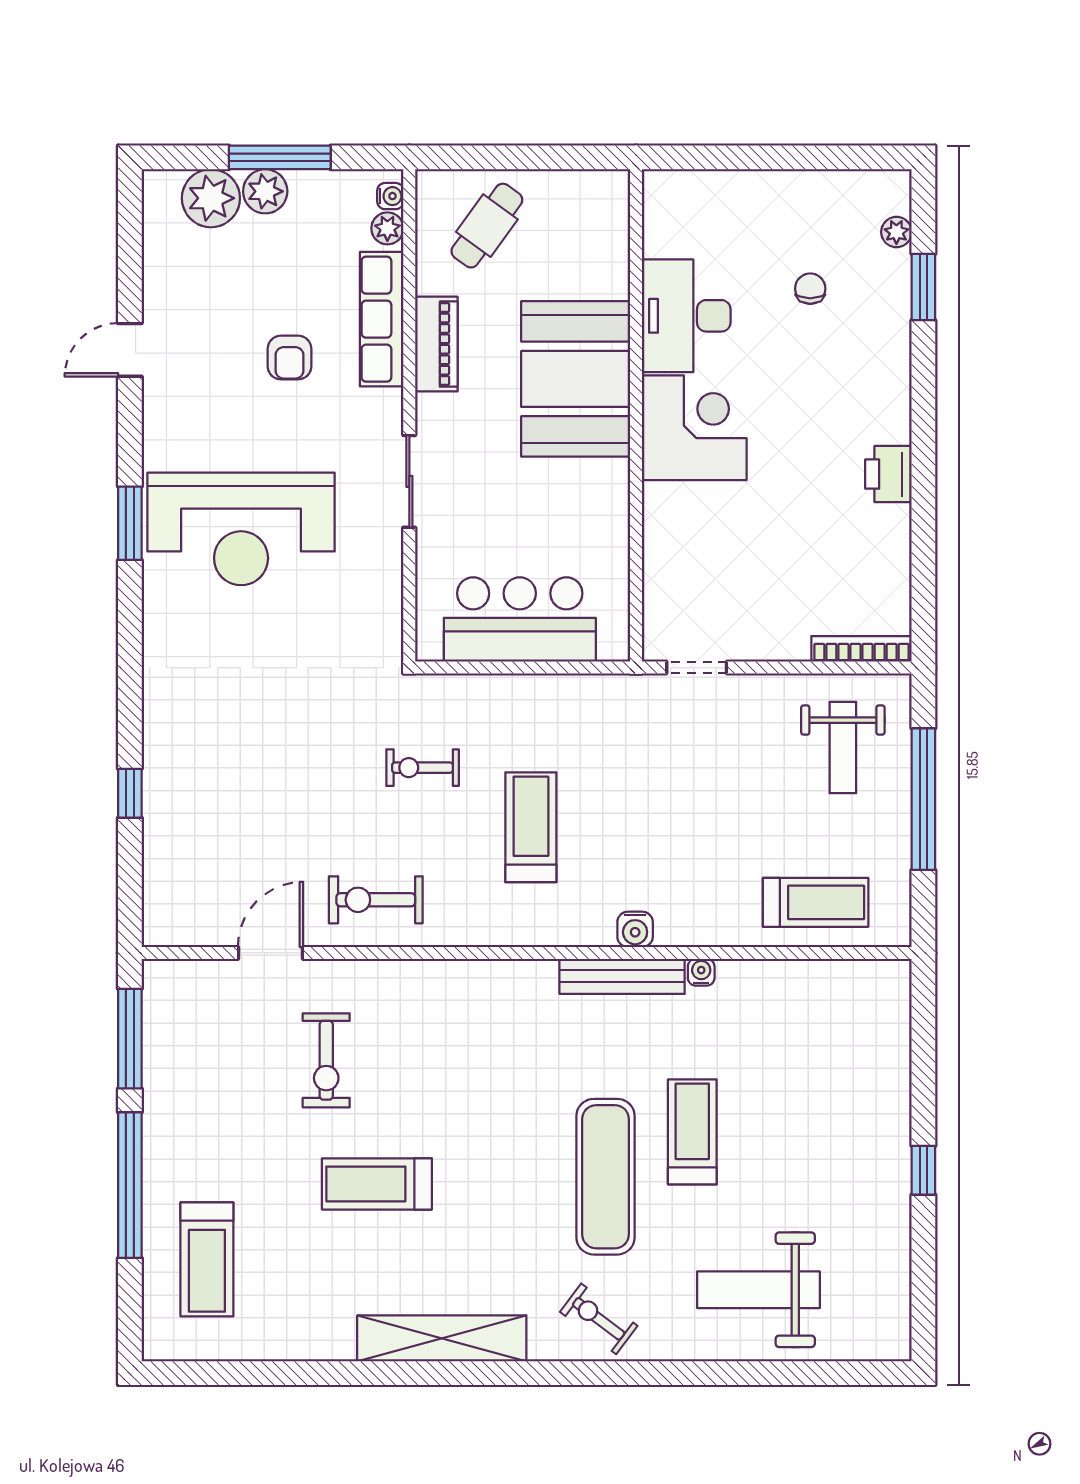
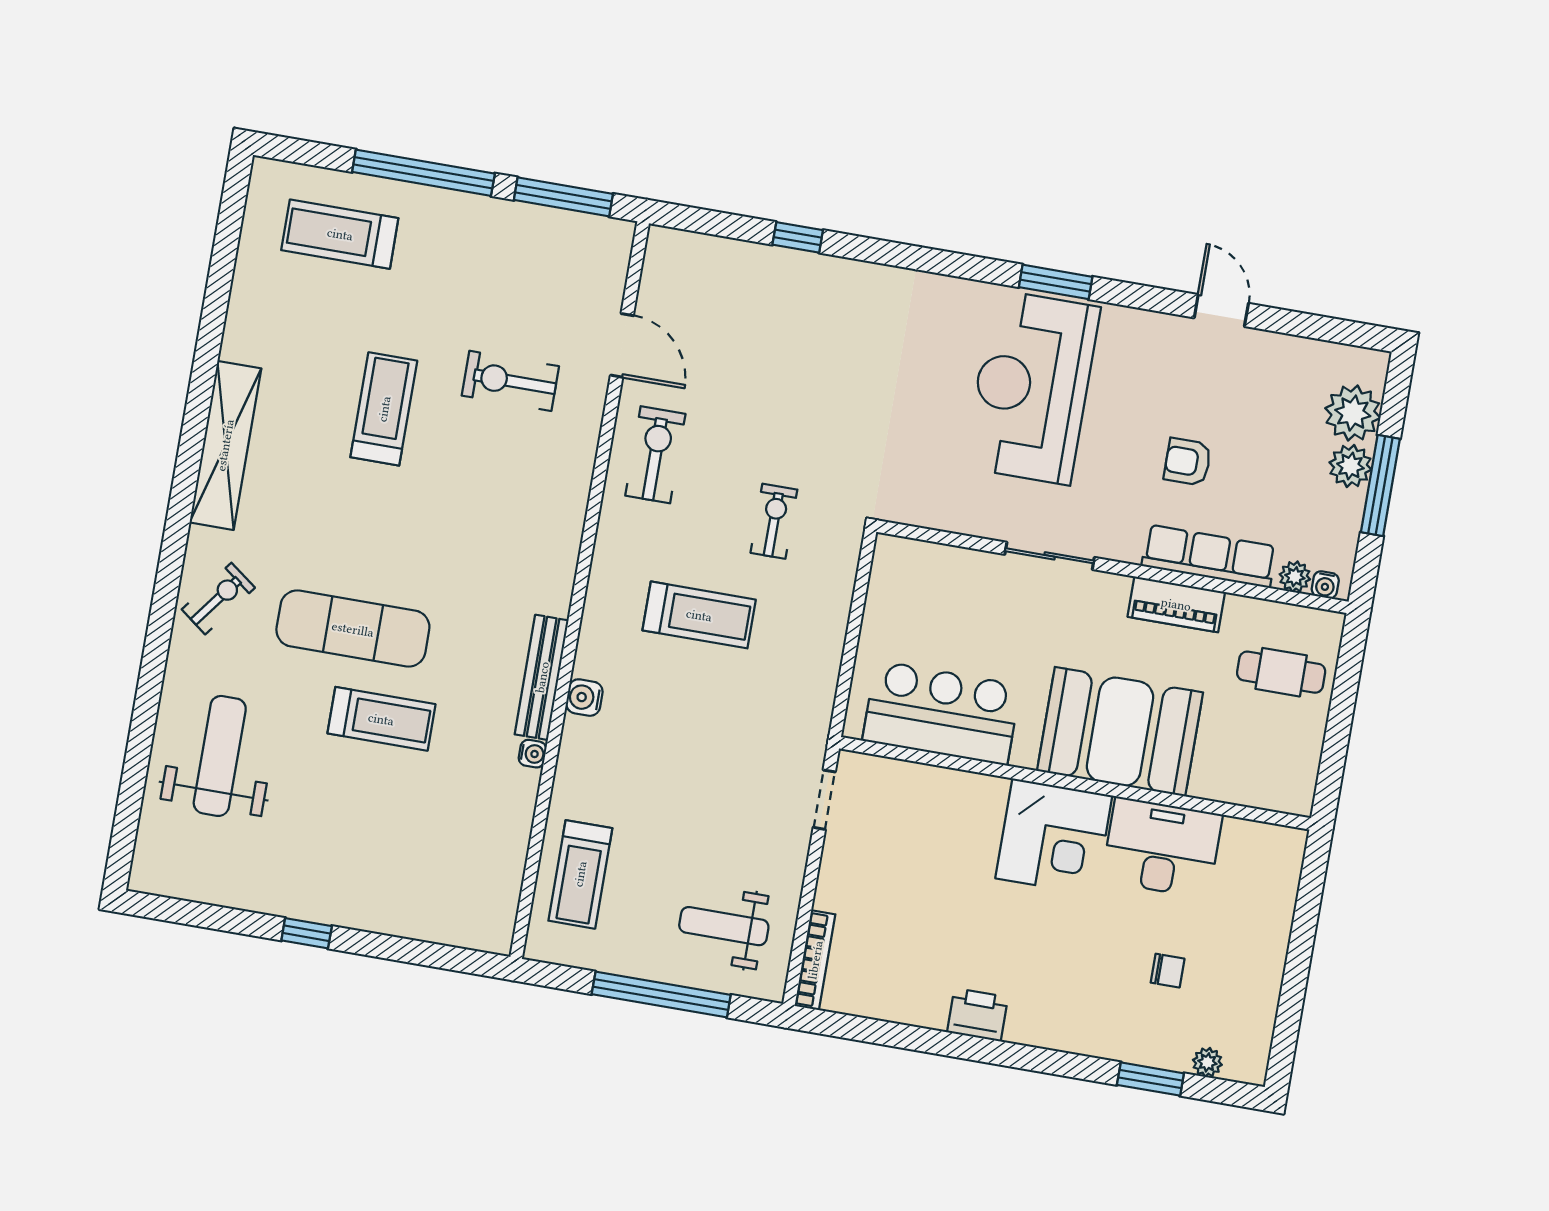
cafe table: (487, 226) -> (1281, 672), turned -36
bar counter: (520, 620) -> (942, 713), moved, turned -90

